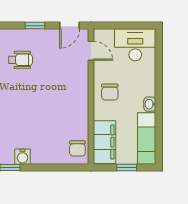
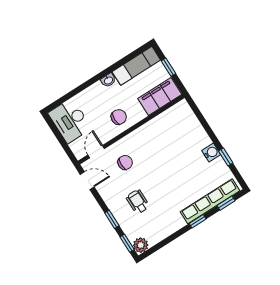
window: (35, 26) -> (112, 219), moved
chair: (77, 148) -> (125, 163), moved

